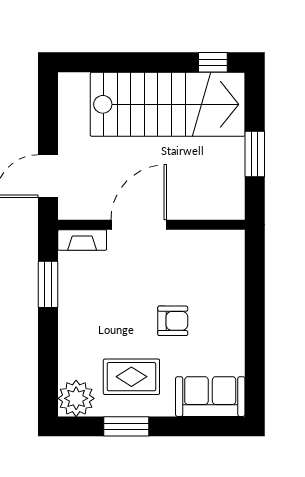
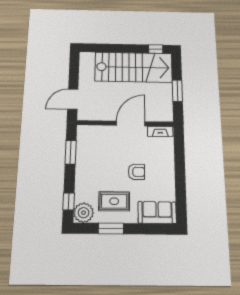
door: (139, 225) -> (131, 123), moved
fireplace: (82, 240) -> (160, 131), moved
window: (48, 378) -> (69, 201), added

